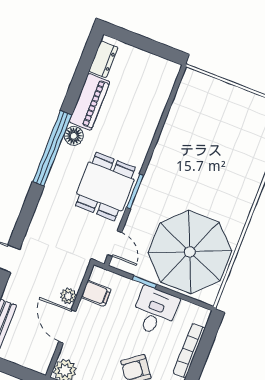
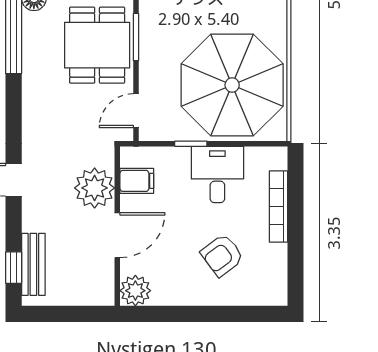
door: (115, 244) -> (136, 111), swing flipped
plant: (68, 296) -> (95, 188), width x1.87, depth x1.87
door: (67, 326) -> (117, 235), swing flipped

